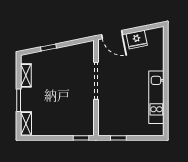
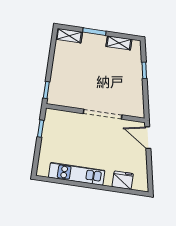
door: (112, 35) -> (148, 138), hinge flipped
fridge: (137, 40) -> (123, 180), moved, turned 101

